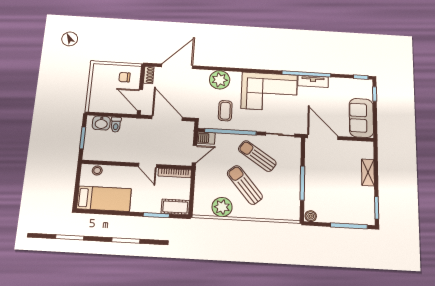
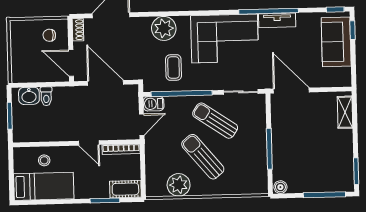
sofa: (361, 118) -> (336, 42), moved
stool: (97, 170) -> (44, 160), moved
shelving: (368, 172) -> (345, 112), moved

